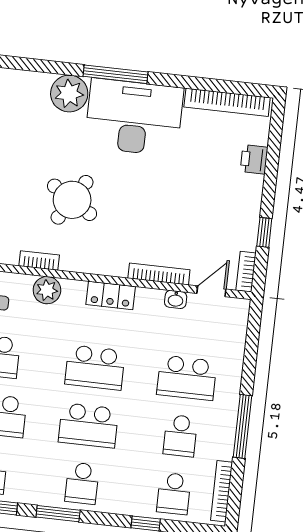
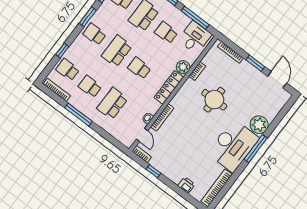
round table: (72, 200) -> (214, 100), turned -32
locker: (111, 295) -> (169, 87), width x1.53
school desk: (95, 367) -> (139, 68), width x0.54

